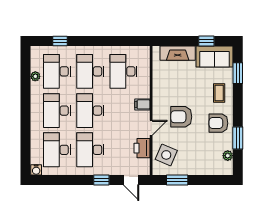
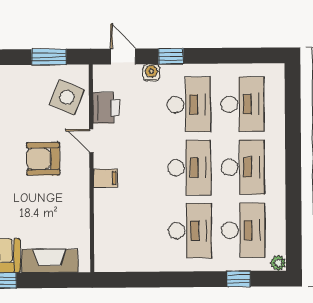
desk: (124, 71) -> (136, 231), removed
plant: (35, 76) -> (278, 263), moved
armchair: (181, 117) -> (43, 159), turned 180
door: (151, 128) -> (91, 141), hinge flipped
water cooler: (36, 170) -> (151, 73), moved

